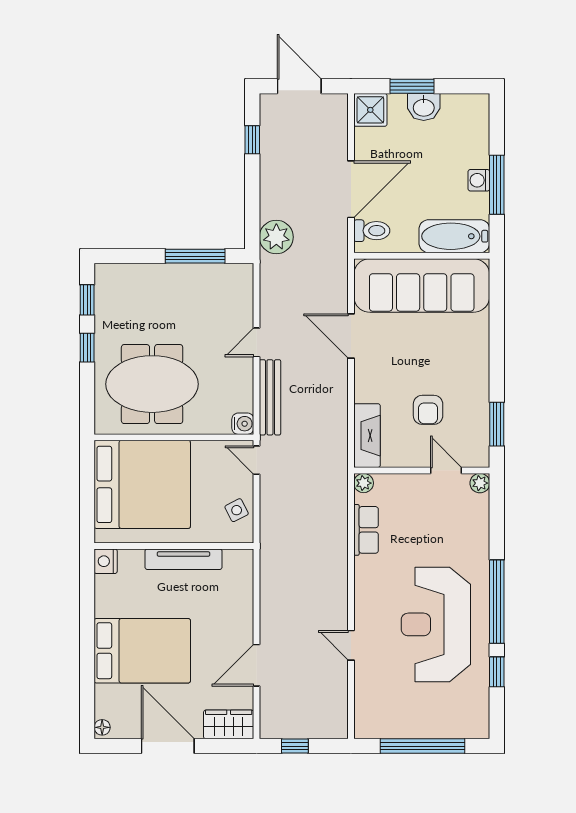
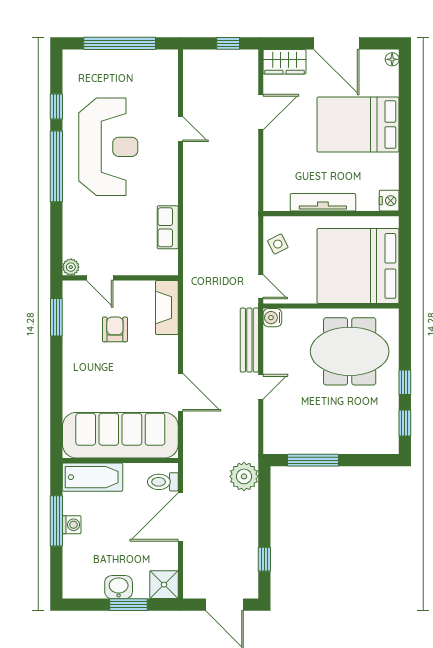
plant: (364, 483) -> (170, 267), removed

